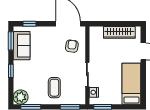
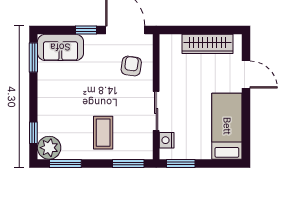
window: (30, 24) -> (86, 30), moved
sofa: (22, 46) -> (60, 47), moved, turned 90
window: (11, 71) -> (33, 133), moved

